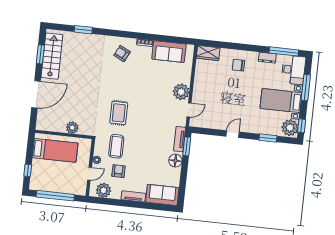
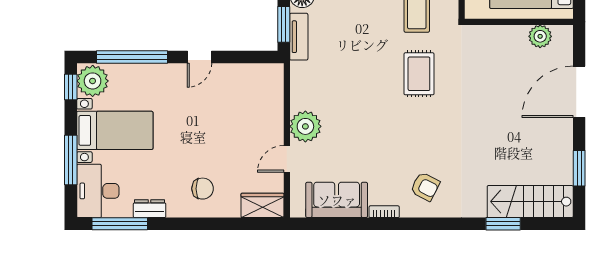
stairs: (52, 56) -> (530, 202), moved, turned 90
door: (189, 110) -> (287, 159), moved
plant: (72, 128) -> (540, 36), moved
window: (268, 138) -> (132, 57), width x2.11

